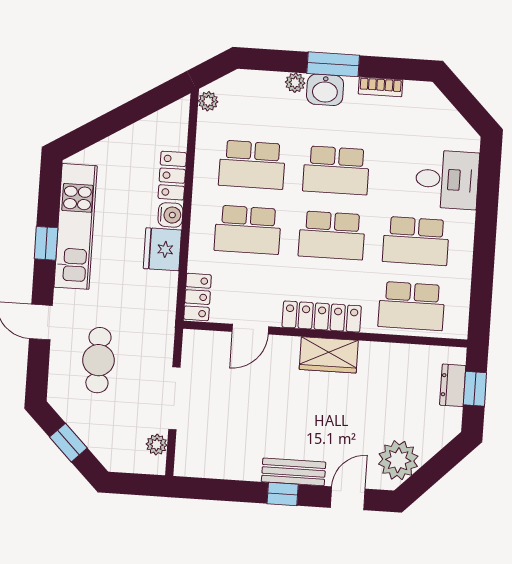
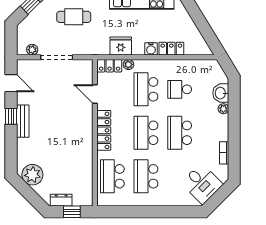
window: (333, 64) -> (234, 128), removed
washbasin: (325, 90) -> (221, 93), moved
plant: (208, 101) -> (129, 64), moved
school desk: (252, 165) -> (180, 89), width x0.54
desk: (447, 179) -> (202, 184), moved, turned -45
fridge: (162, 249) -> (121, 46), moved
wardrobe: (329, 355) -> (84, 135), removed
dresser: (453, 385) -> (61, 200), moved
door: (348, 498) -> (11, 83), moved

